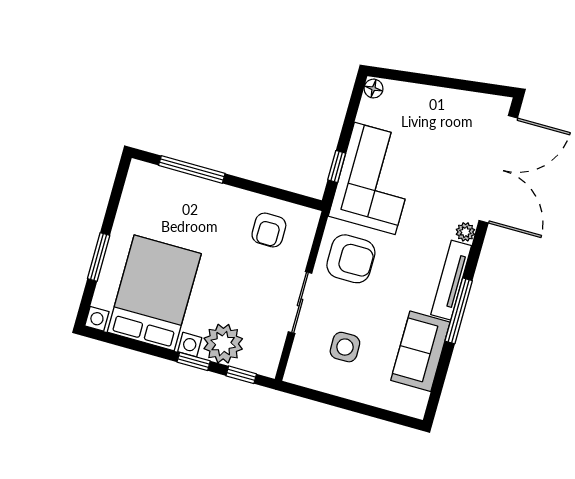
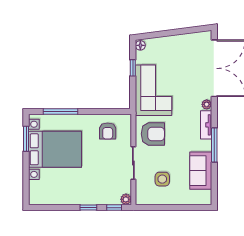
window: (337, 166) -> (133, 68), moved
window: (99, 257) -> (26, 139), moved
tv unit: (451, 280) -> (206, 125), width x0.71
bed with nightstands: (154, 293) -> (55, 149), moved, turned 90
plant: (223, 344) -> (126, 199), moved, width x0.53, depth x0.53

